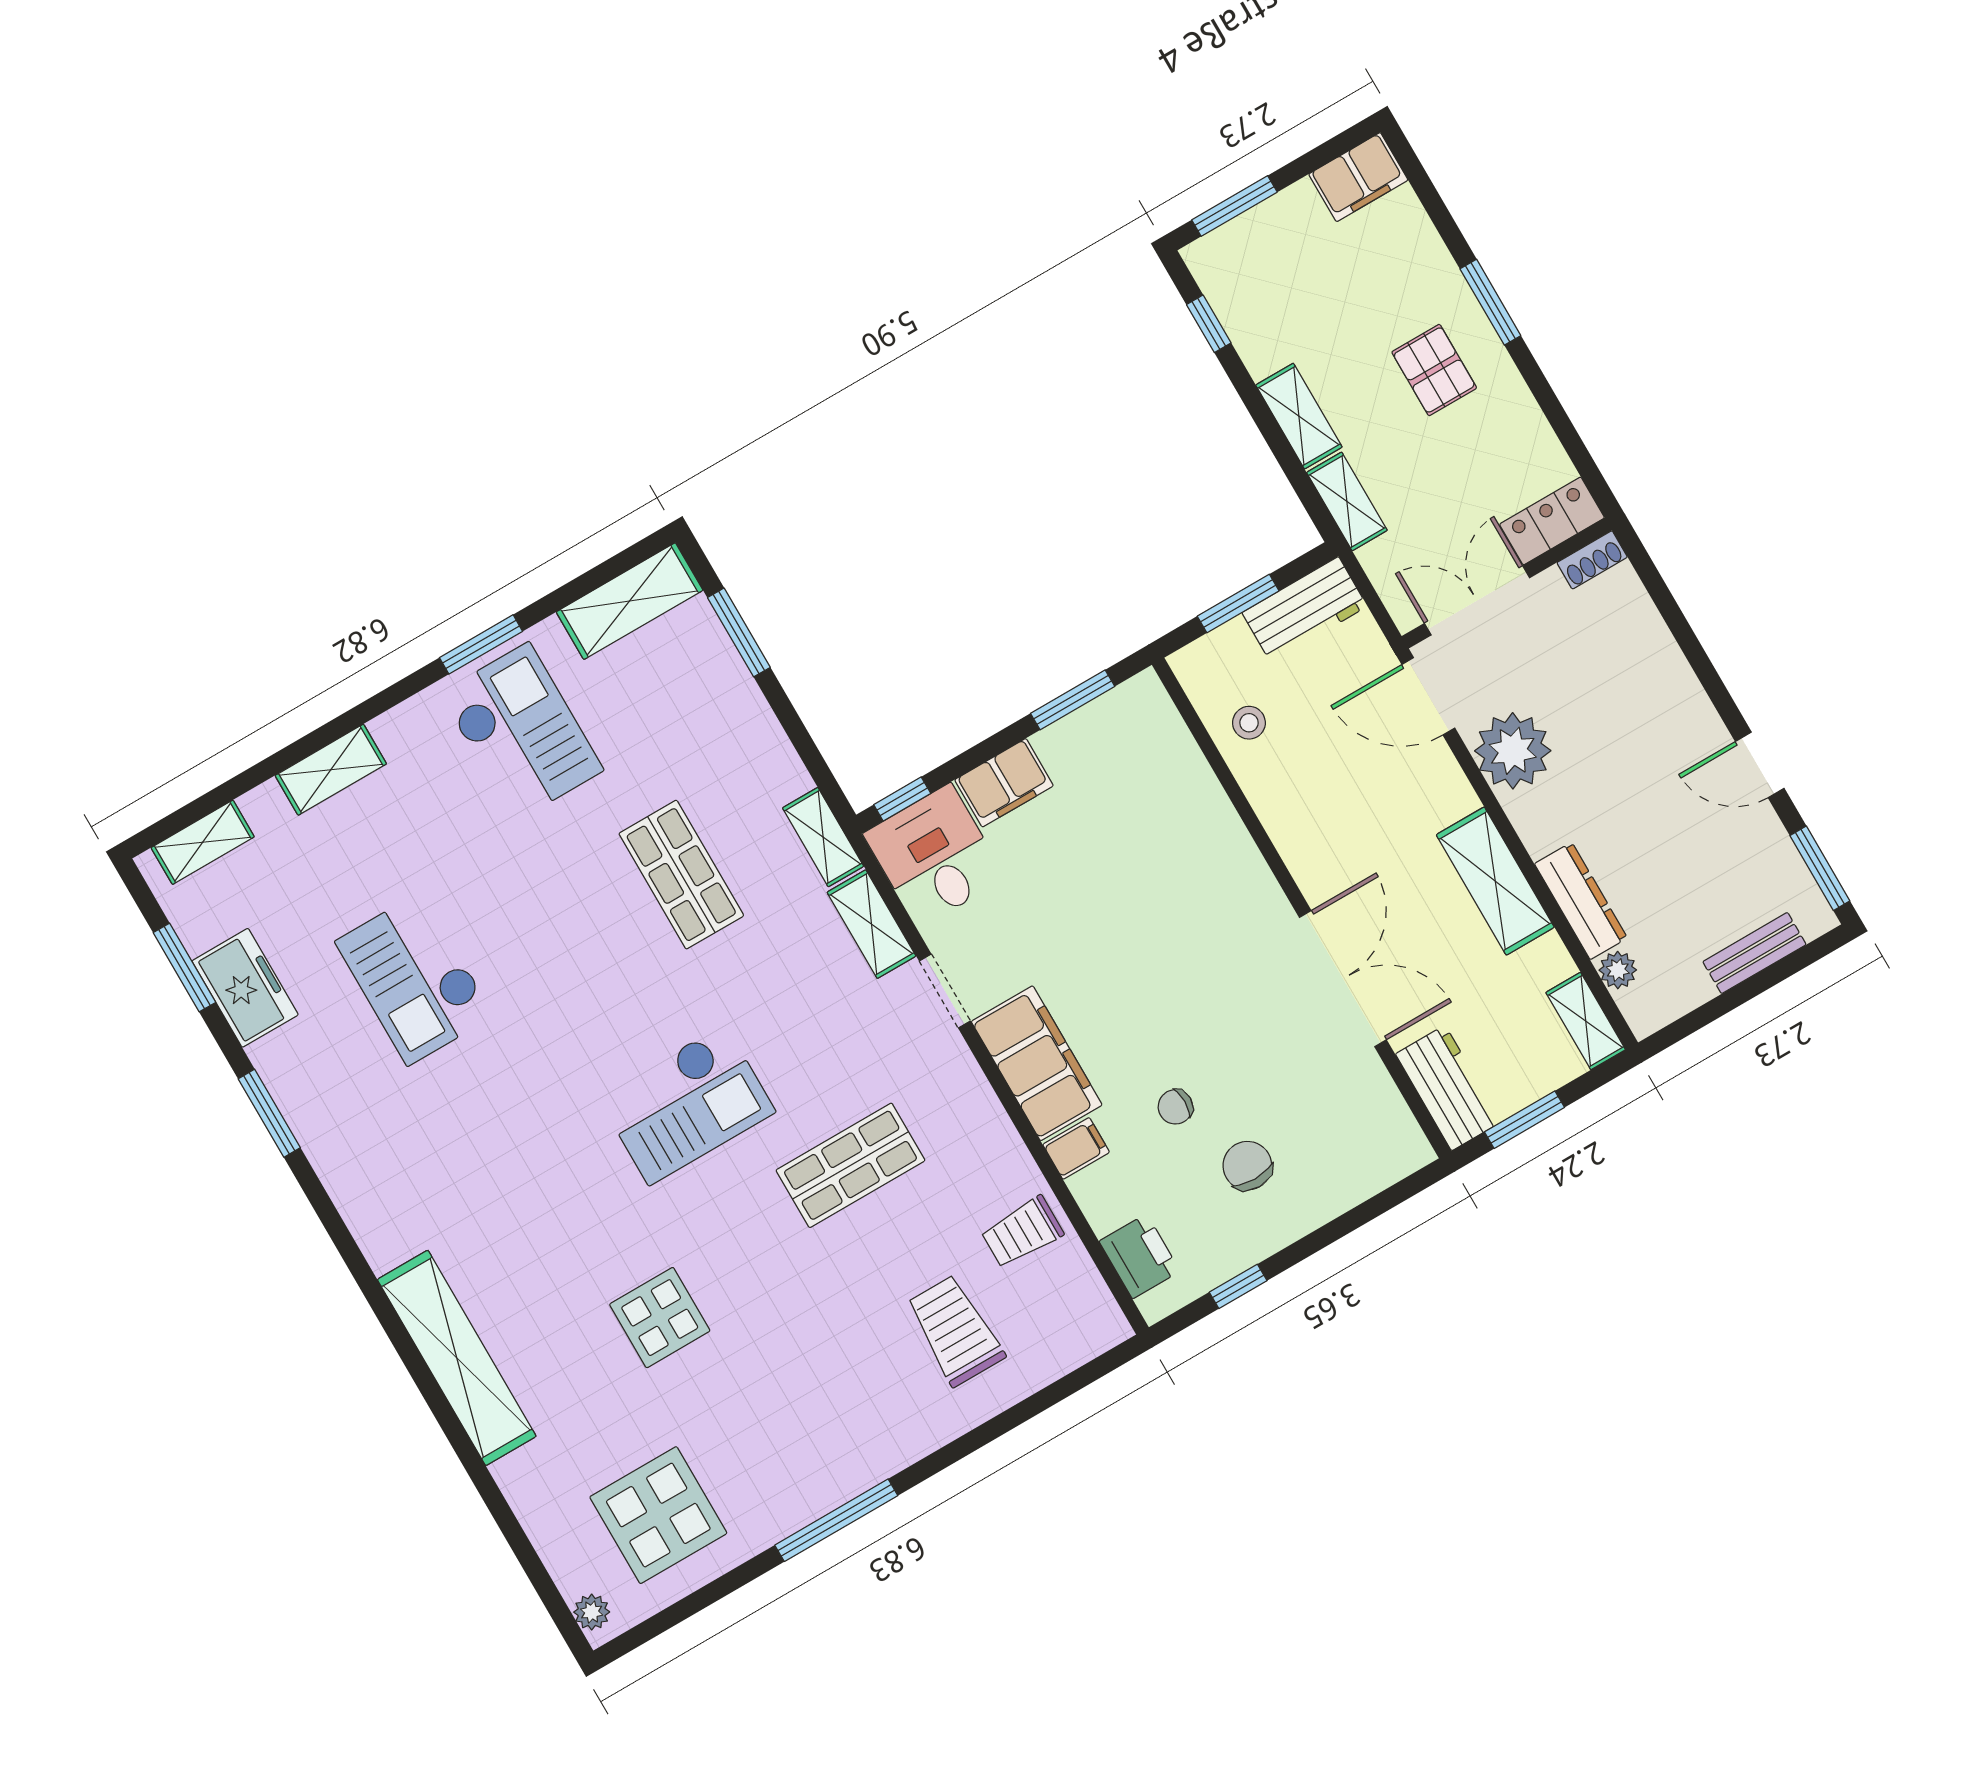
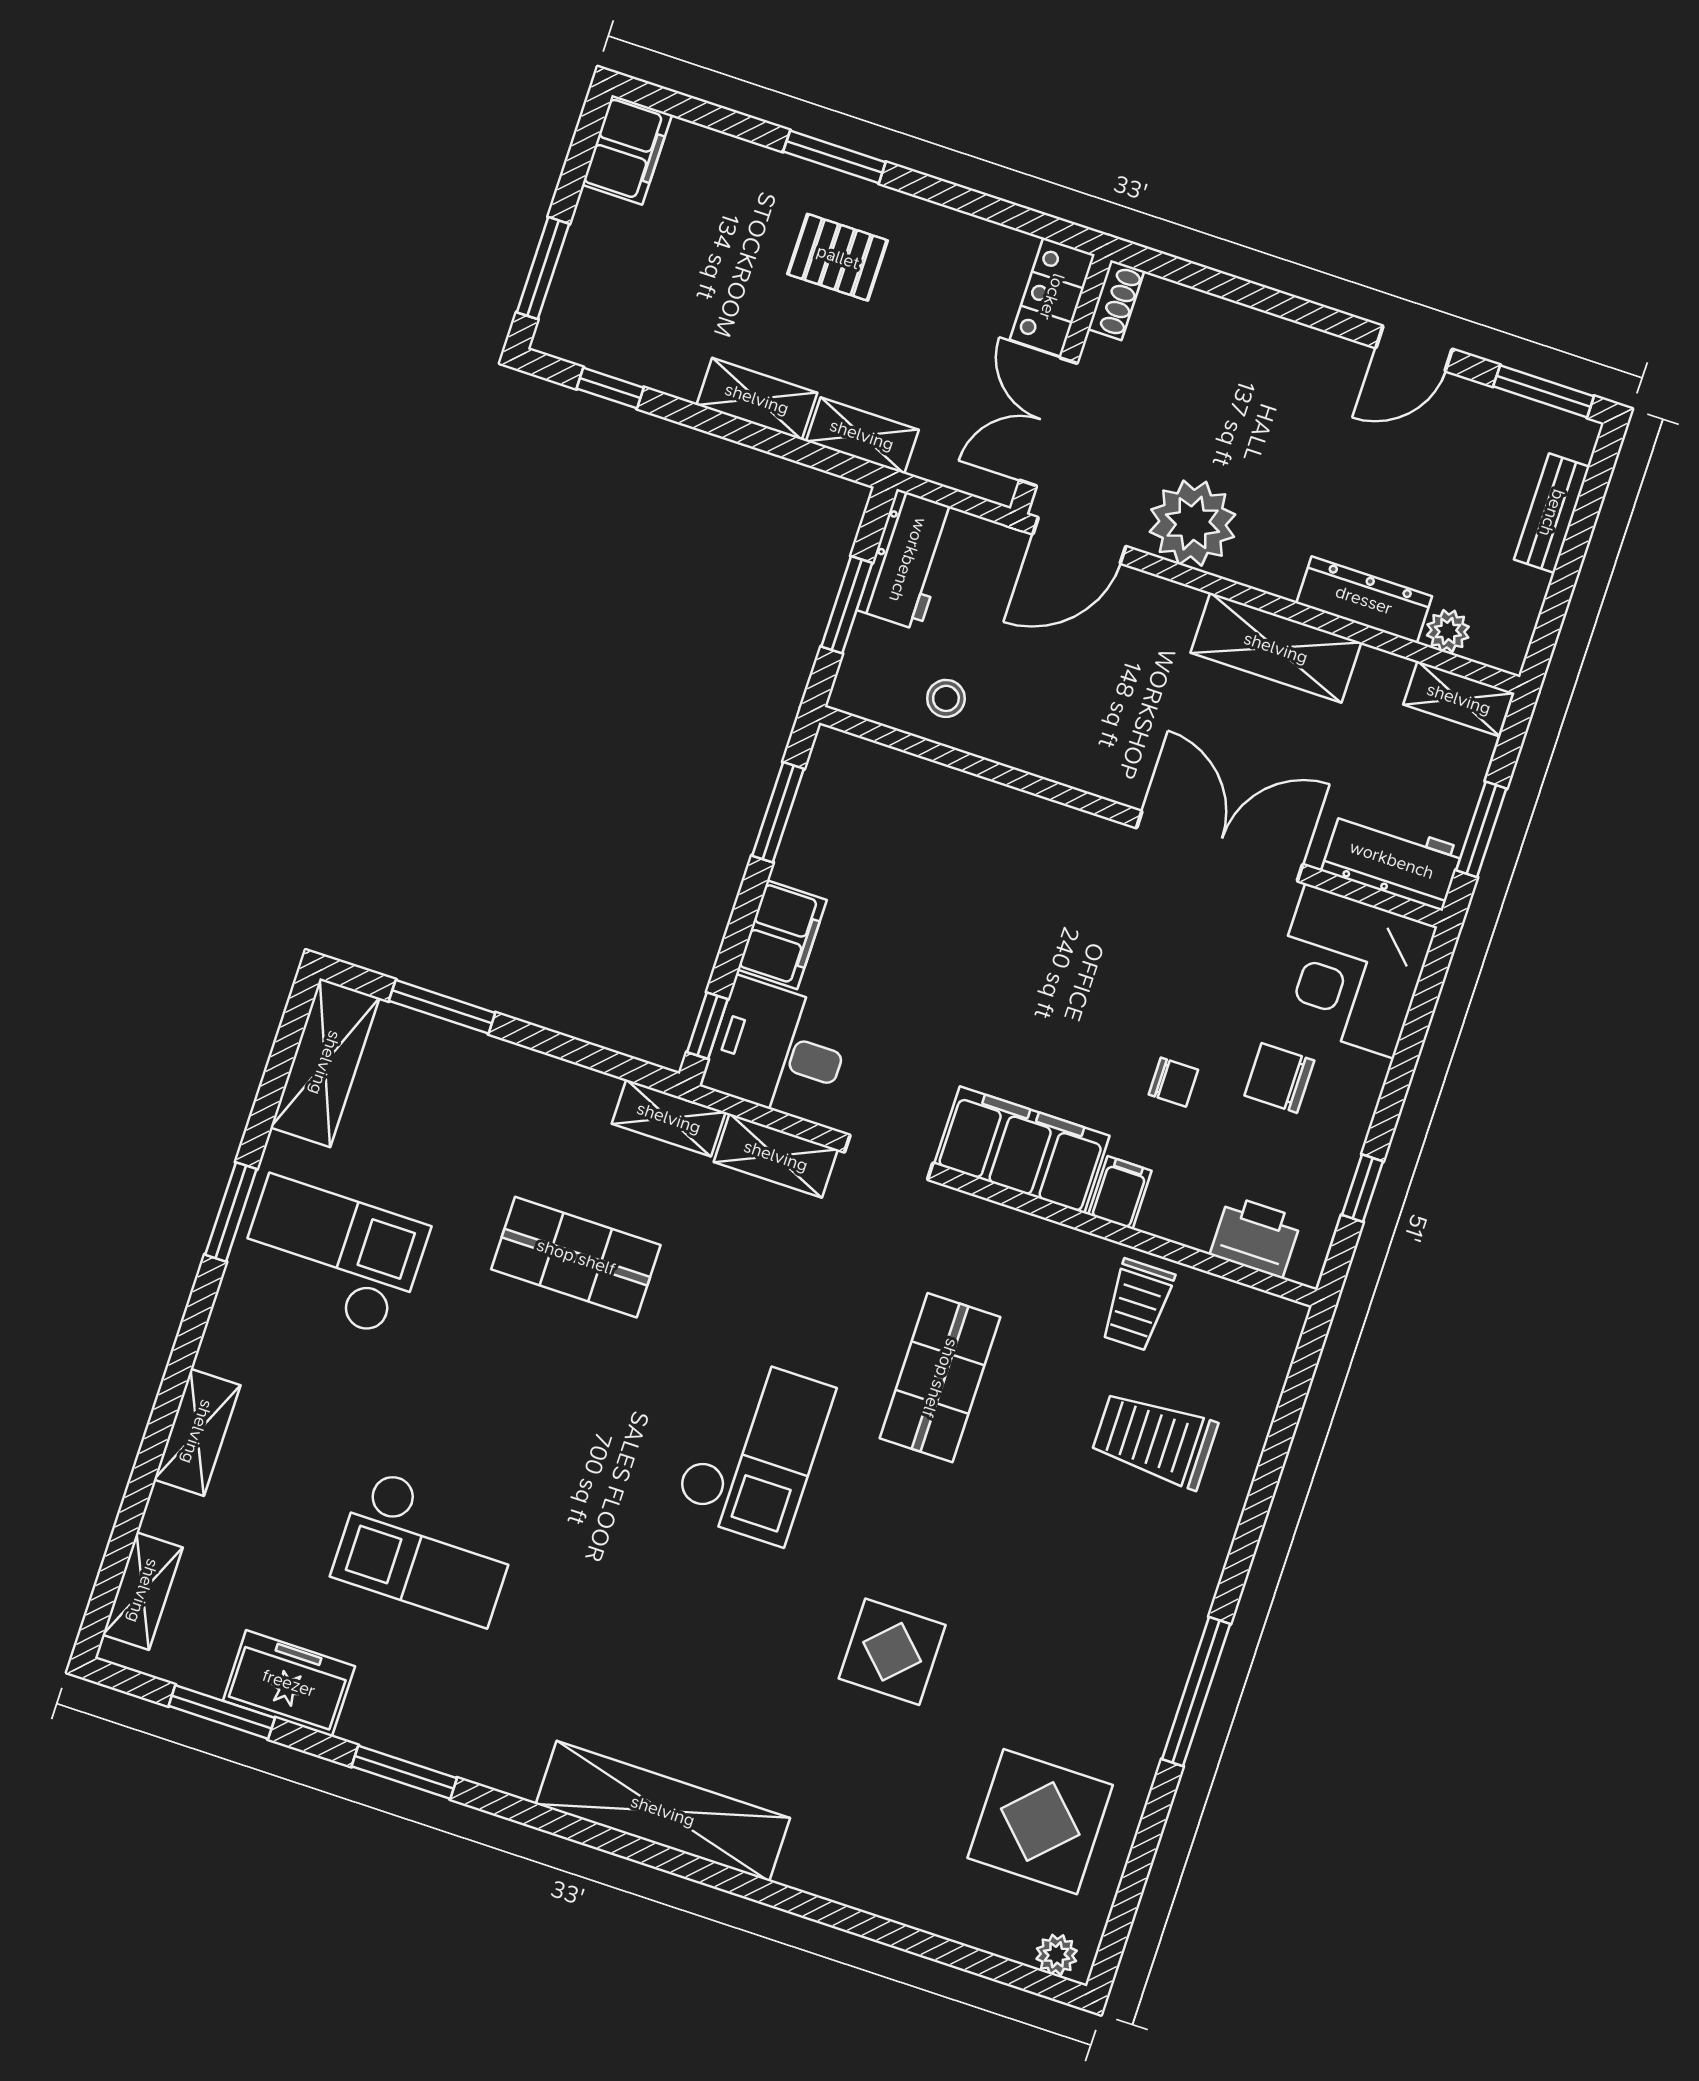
chair: (1175, 1107) -> (1173, 1082), turned -90
corner desk: (1356, 1136) -> (1350, 971), added
shelving: (457, 1358) -> (663, 1811), moved

